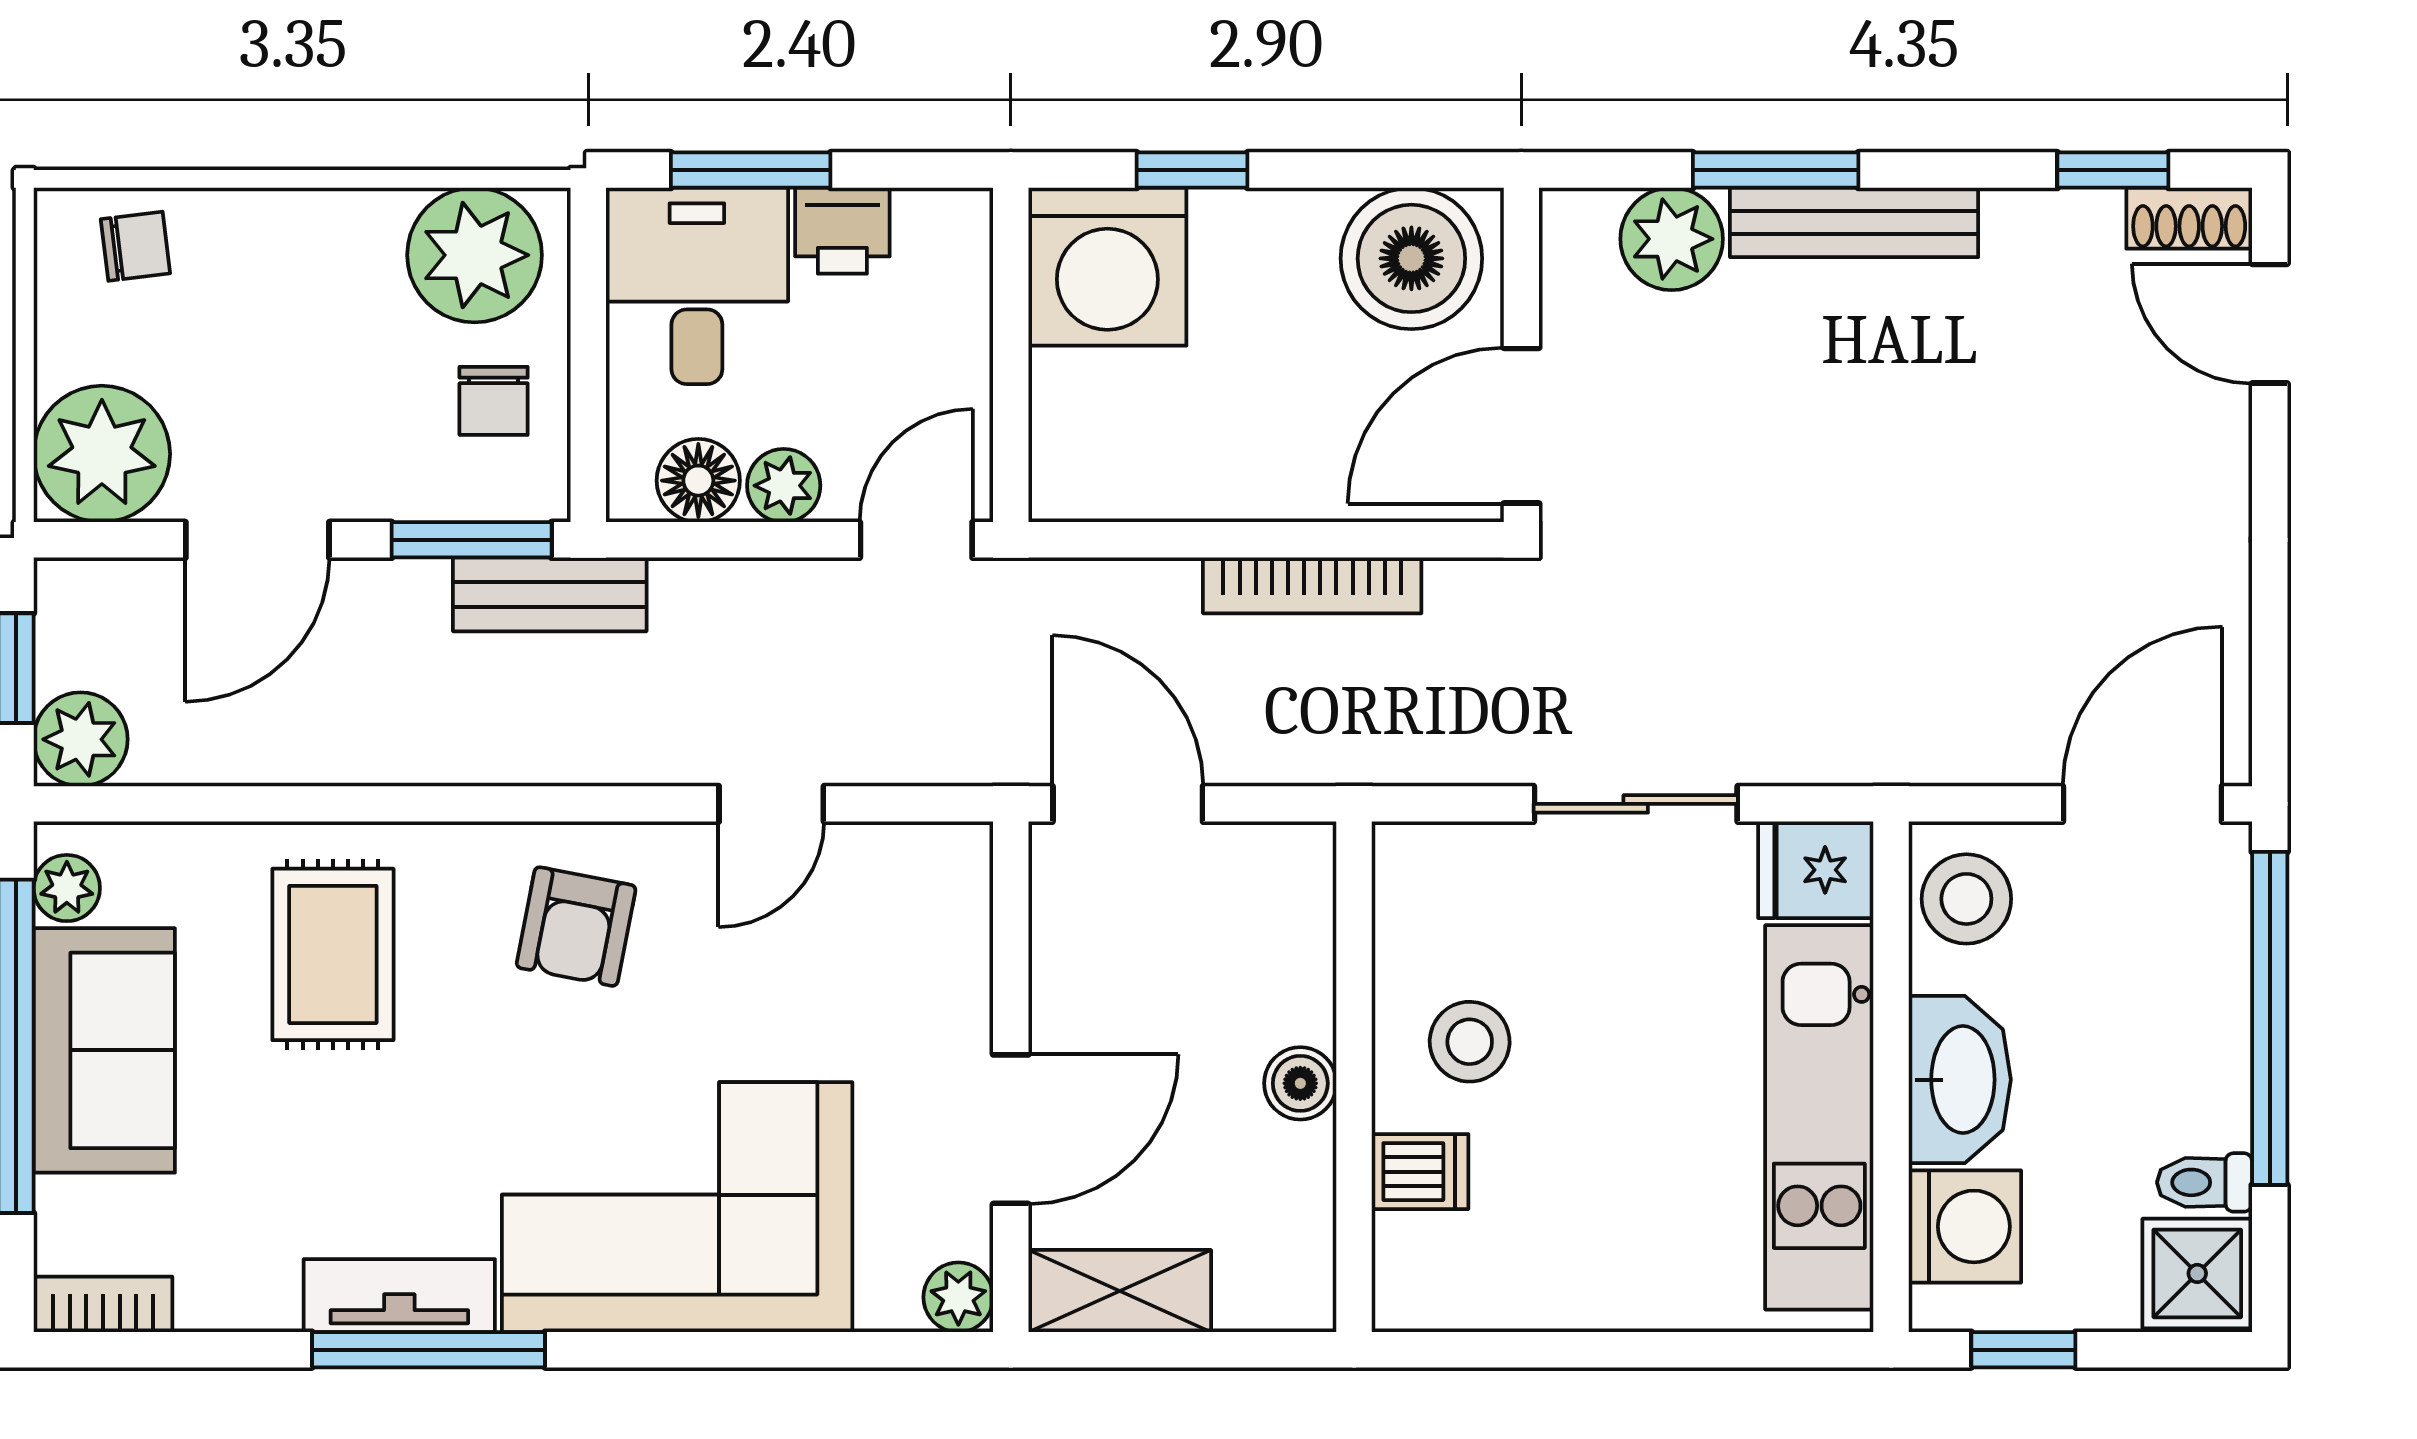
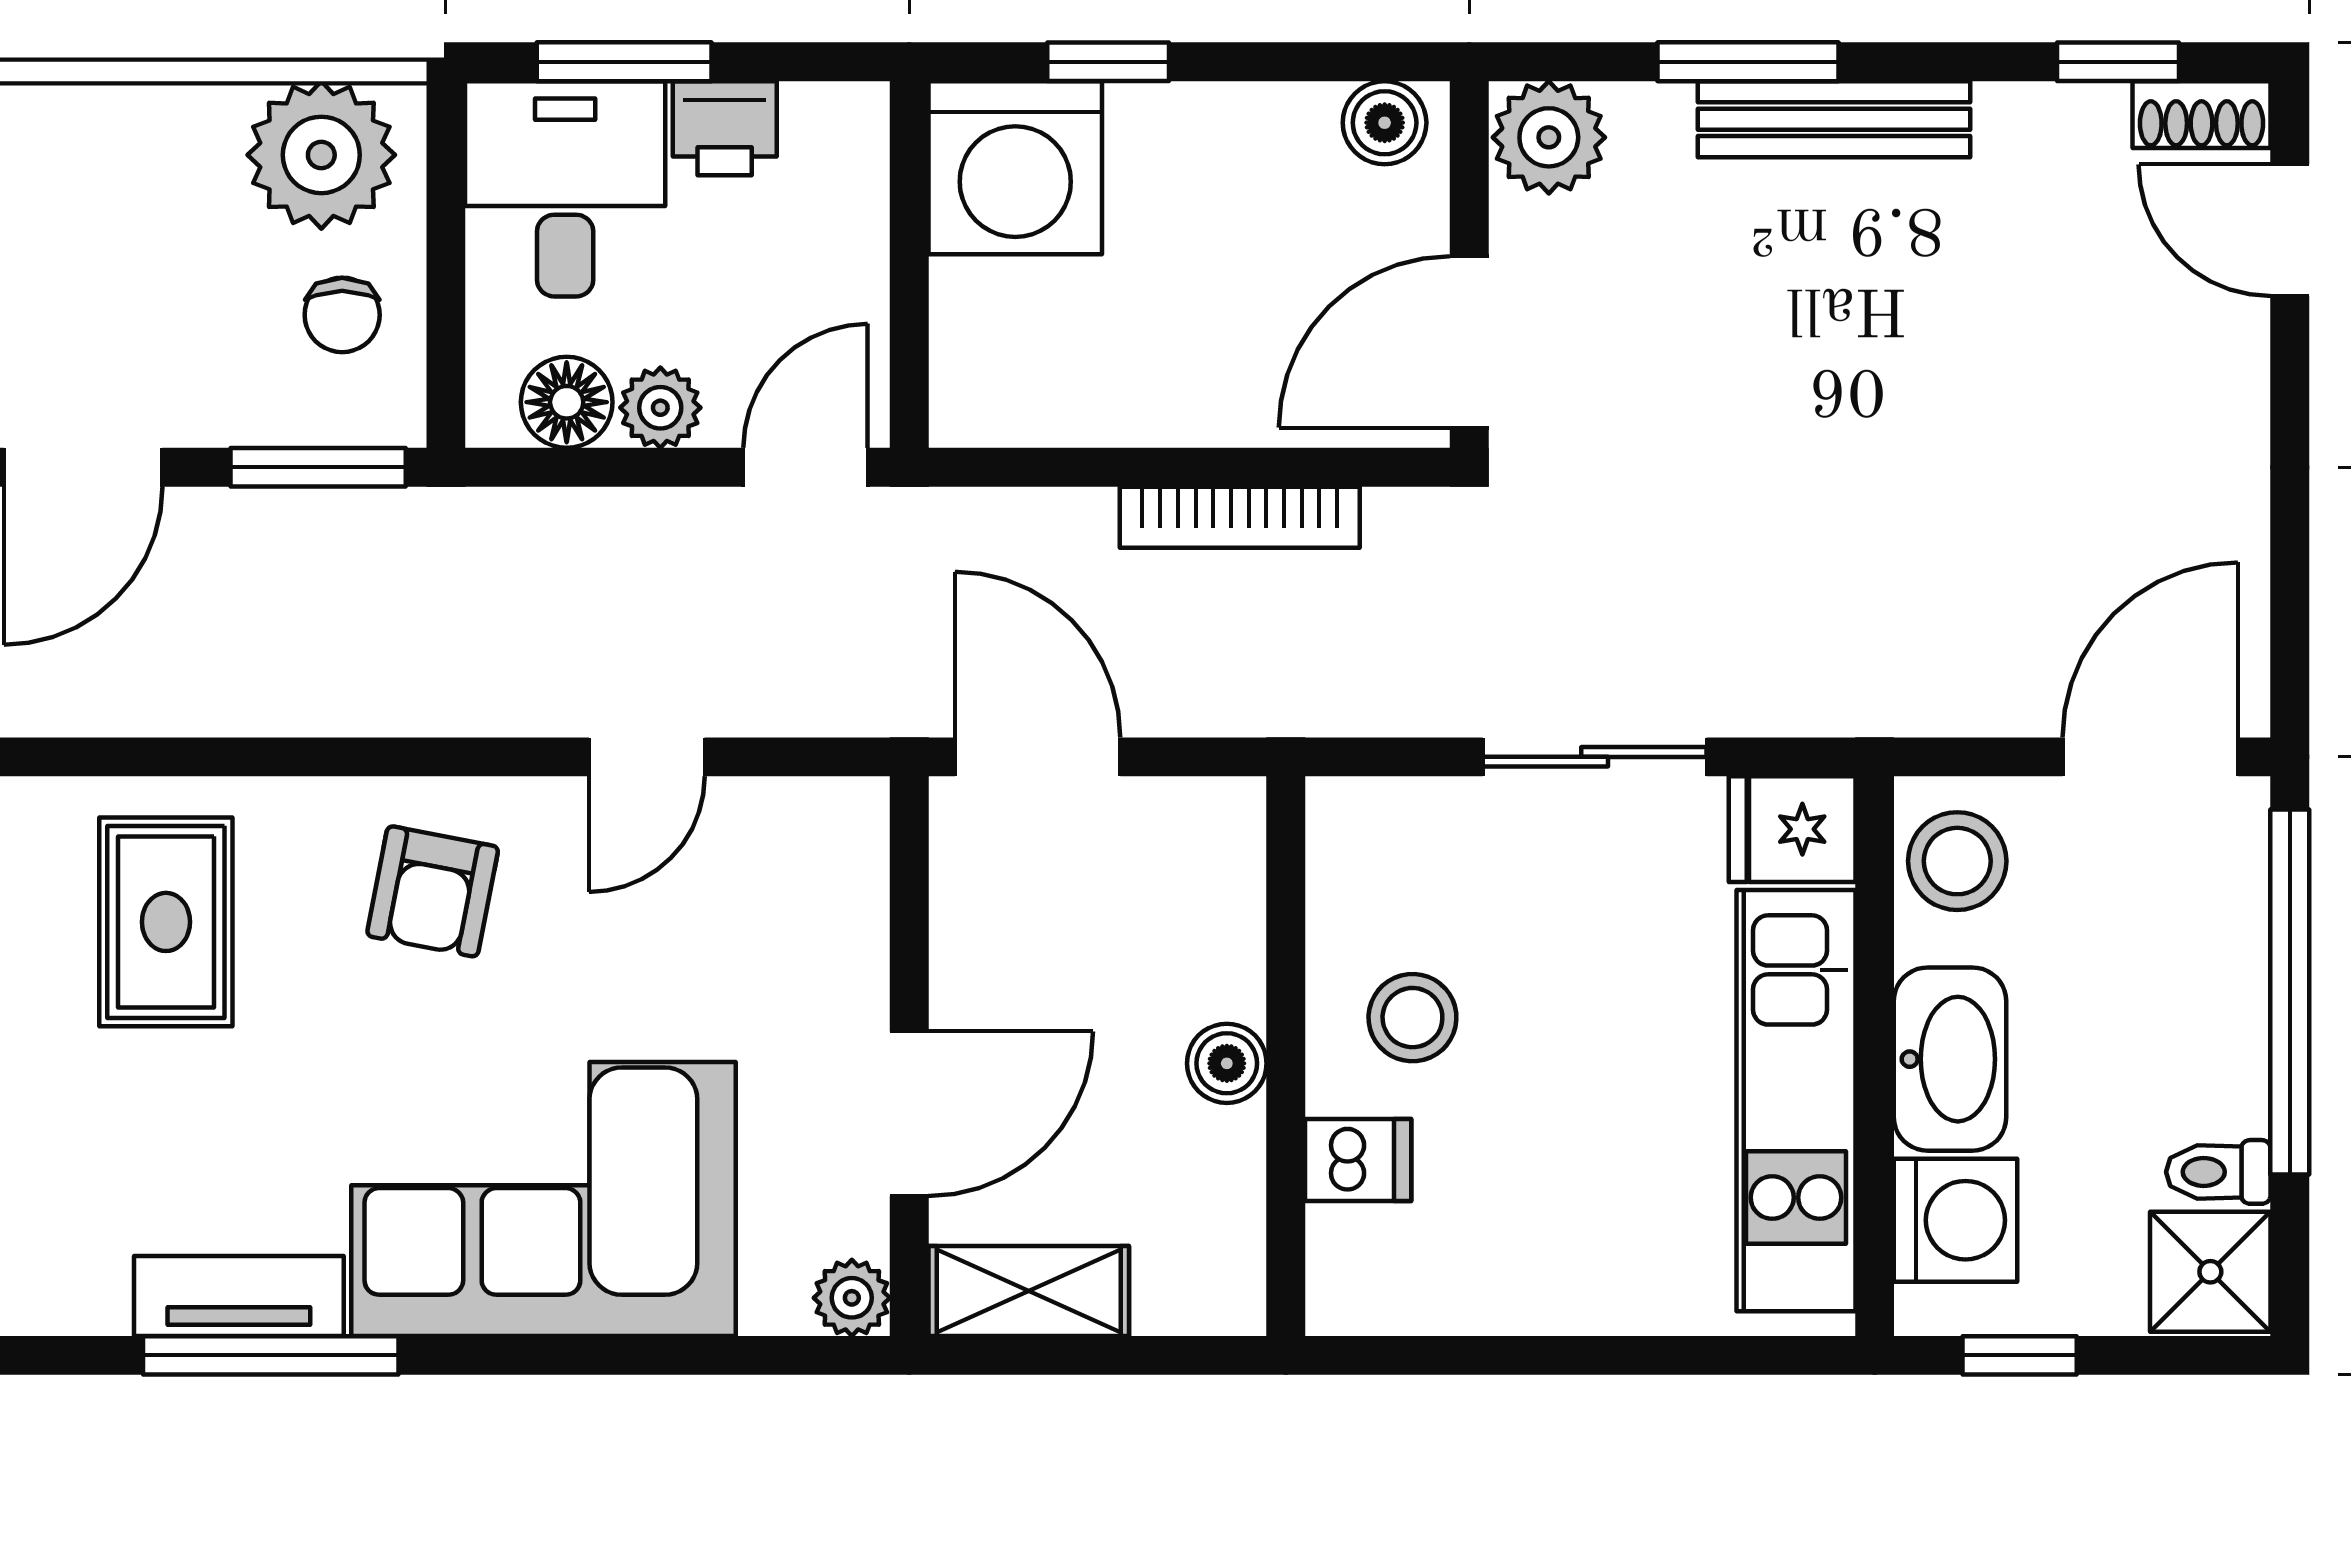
plant: (1672, 239) -> (1549, 137), moved
boiler: (1411, 258) -> (1385, 123), width x0.54, depth x0.54
bench: (550, 594) -> (404, 527), removed

